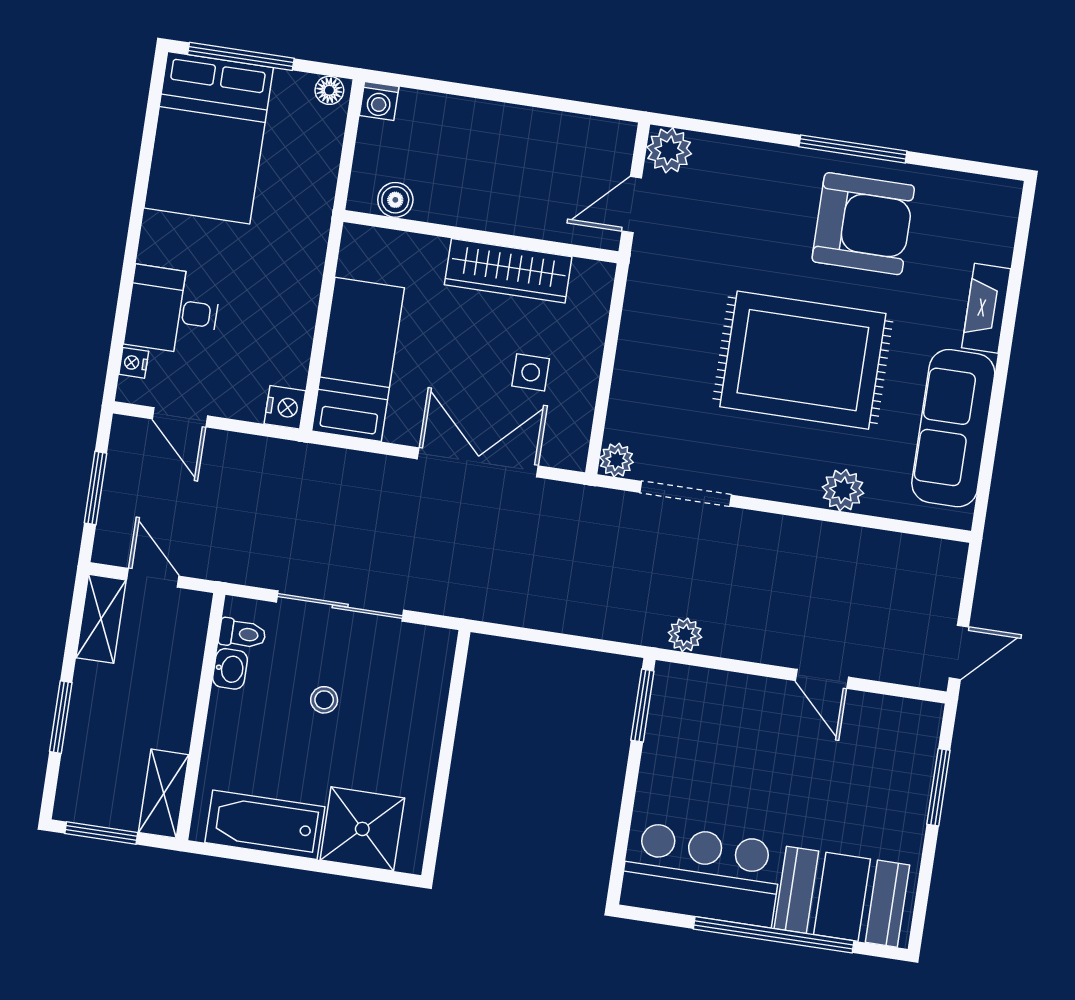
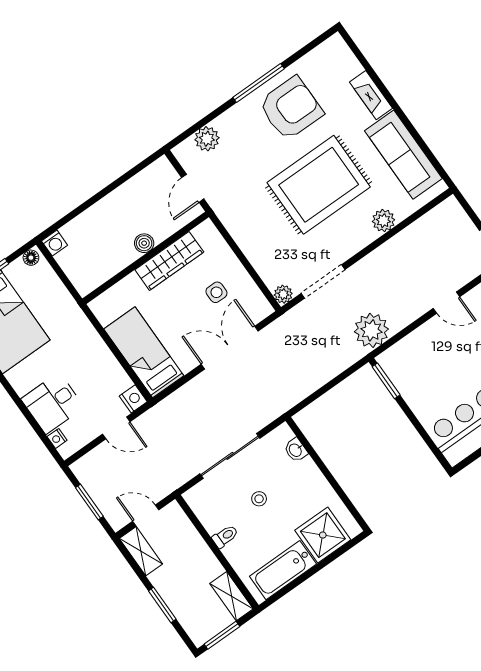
plant: (669, 150) -> (207, 139), moved
boiler: (395, 200) -> (144, 243), moved
door: (180, 417) -> (116, 428), moved
toilet: (242, 634) -> (225, 536), moved
plant: (685, 635) -> (371, 330), width x1.88, depth x1.88
washbasin: (230, 669) -> (296, 450), moved, turned 180

